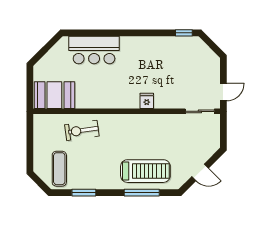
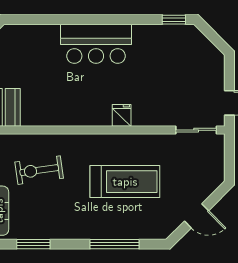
bar counter: (94, 50) -> (96, 44), moved
exercise bike: (82, 130) -> (39, 170), moved
treadmill: (145, 171) -> (125, 182), moved

